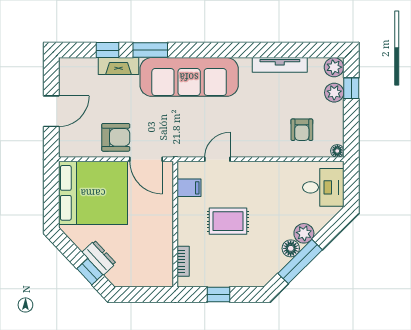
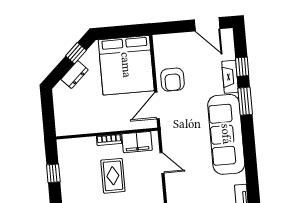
door: (51, 111) -> (207, 24), moved
filing cabinet: (189, 188) -> (137, 142), width x2.00
bookcase: (183, 261) -> (109, 140), moved
window: (90, 272) -> (76, 53), moved

